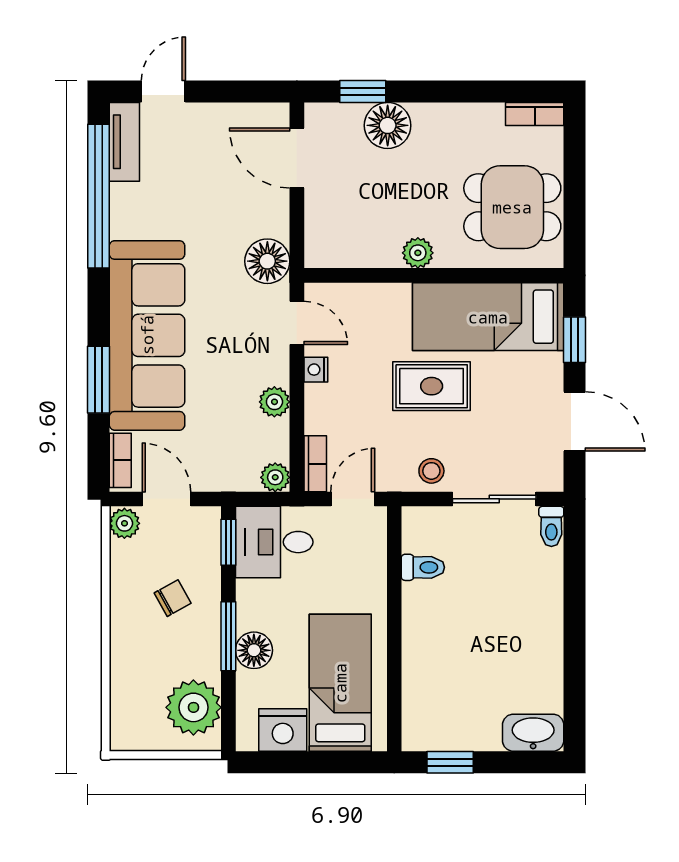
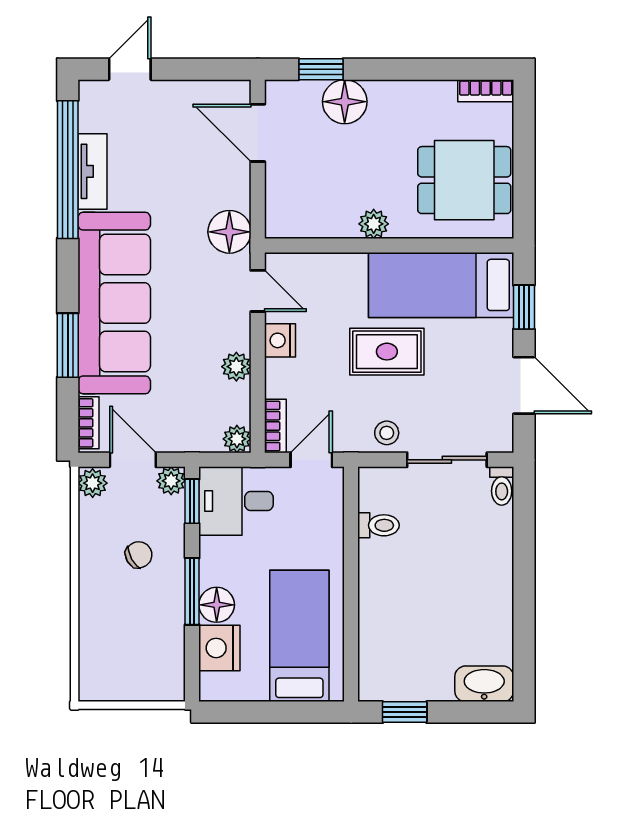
tv unit: (124, 142) -> (92, 171), moved
nightstand: (316, 370) -> (280, 340), width x1.39, depth x1.35
plant: (193, 707) -> (171, 481), moved, width x0.53, depth x0.53
nightstand: (283, 730) -> (219, 648), moved, turned 90

